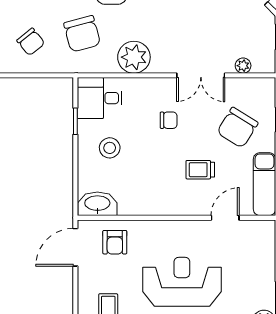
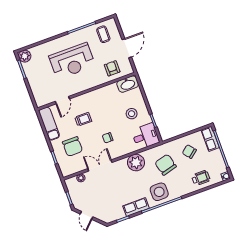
chair: (237, 128) -> (73, 147), turned 148
door: (75, 247) -> (127, 48), moved

